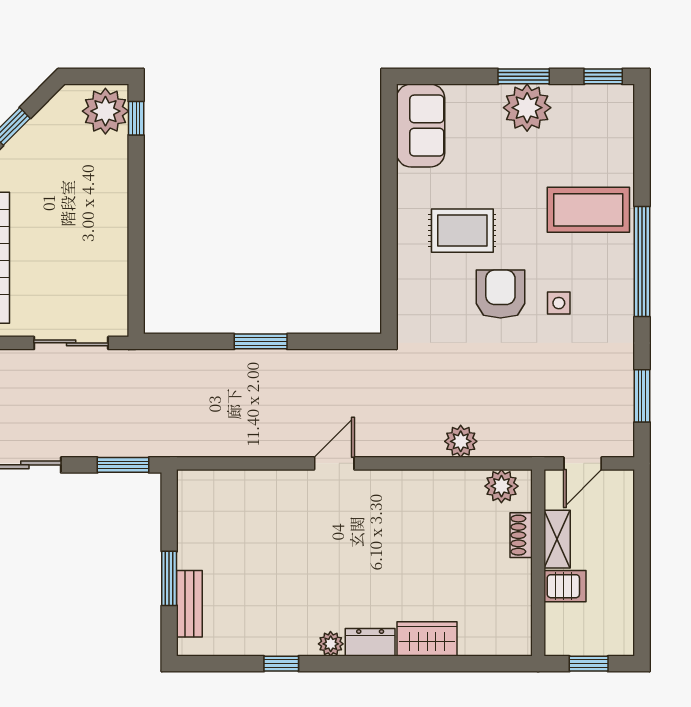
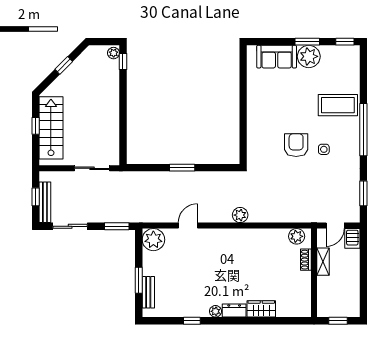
plant: (105, 111) -> (114, 53), width x0.53, depth x0.53
sofa: (421, 126) -> (277, 57), moved, turned 90
rug: (462, 231) -> (278, 115), removed
plant: (461, 441) -> (240, 215), moved
door: (334, 463) -> (188, 226), moved
plant: (200, 493) -> (153, 240), added
server rack: (565, 586) -> (352, 238), moved, turned 90

